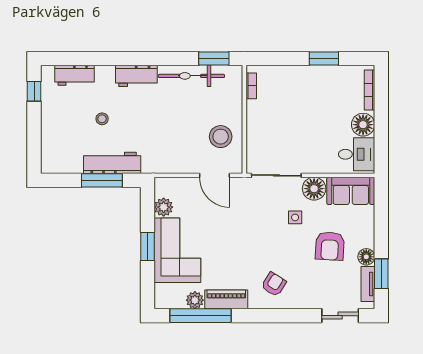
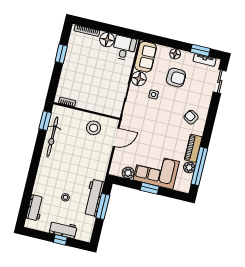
workbench: (136, 76) -> (63, 229), moved, turned -90
window: (34, 91) -> (60, 240), moved
floor lamp: (366, 257) -> (175, 54), moved

